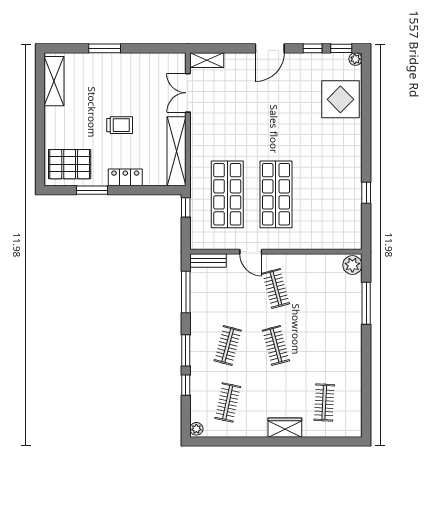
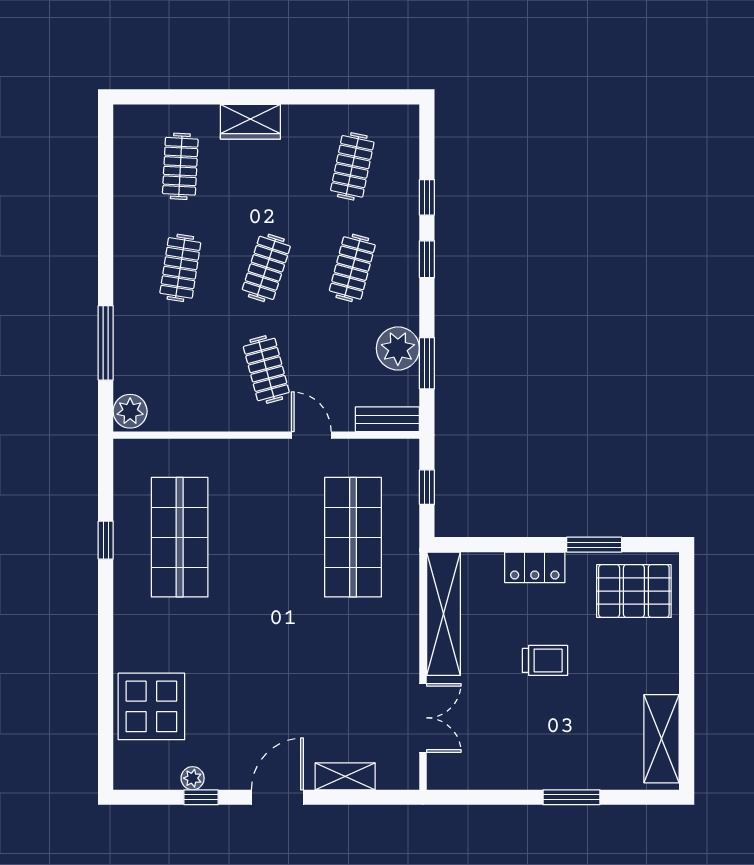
window: (341, 48) -> (150, 797), removed
plant: (355, 59) -> (193, 778), moved
shelving: (207, 60) -> (345, 776), moved
trolley: (120, 125) -> (545, 660), turned 180
shop shelf: (276, 194) -> (180, 537), moved
window: (186, 207) -> (427, 487), moved
window: (186, 292) -> (427, 363), width x0.69
clothes rail: (276, 345) -> (266, 268), turned 33
clothes rail: (324, 345) -> (180, 268), added
window: (186, 350) -> (427, 259), width x0.67
plant: (196, 429) -> (398, 348), moved, width x1.87, depth x1.87

